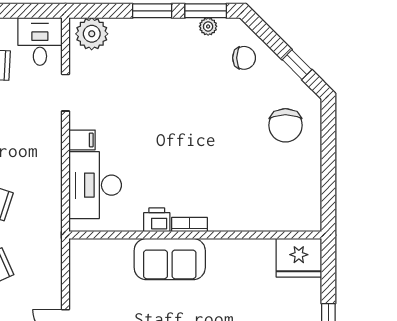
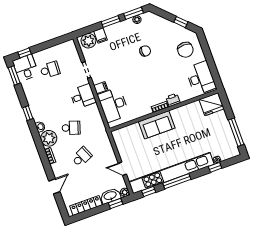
filing cabinet: (121, 32) -> (100, 36), added
desk: (40, 41) -> (83, 96), moved, turned 90
chair: (244, 58) -> (145, 51), moved
desk: (296, 196) -> (201, 78), added
printer: (157, 220) -> (173, 100), moved

